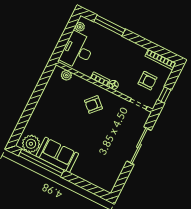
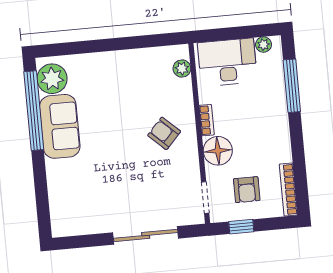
floor lamp: (114, 85) -> (218, 151), width x1.89, depth x1.89

